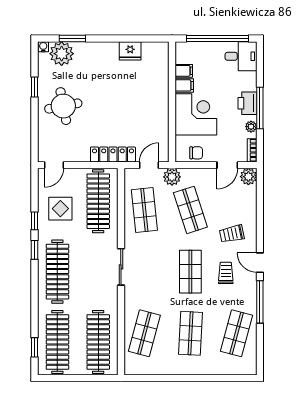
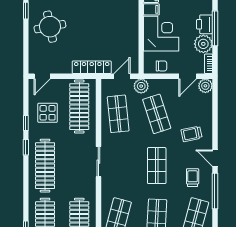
plant: (251, 127) -> (203, 44), width x1.88, depth x1.88
trolley: (226, 273) -> (193, 178), moved

